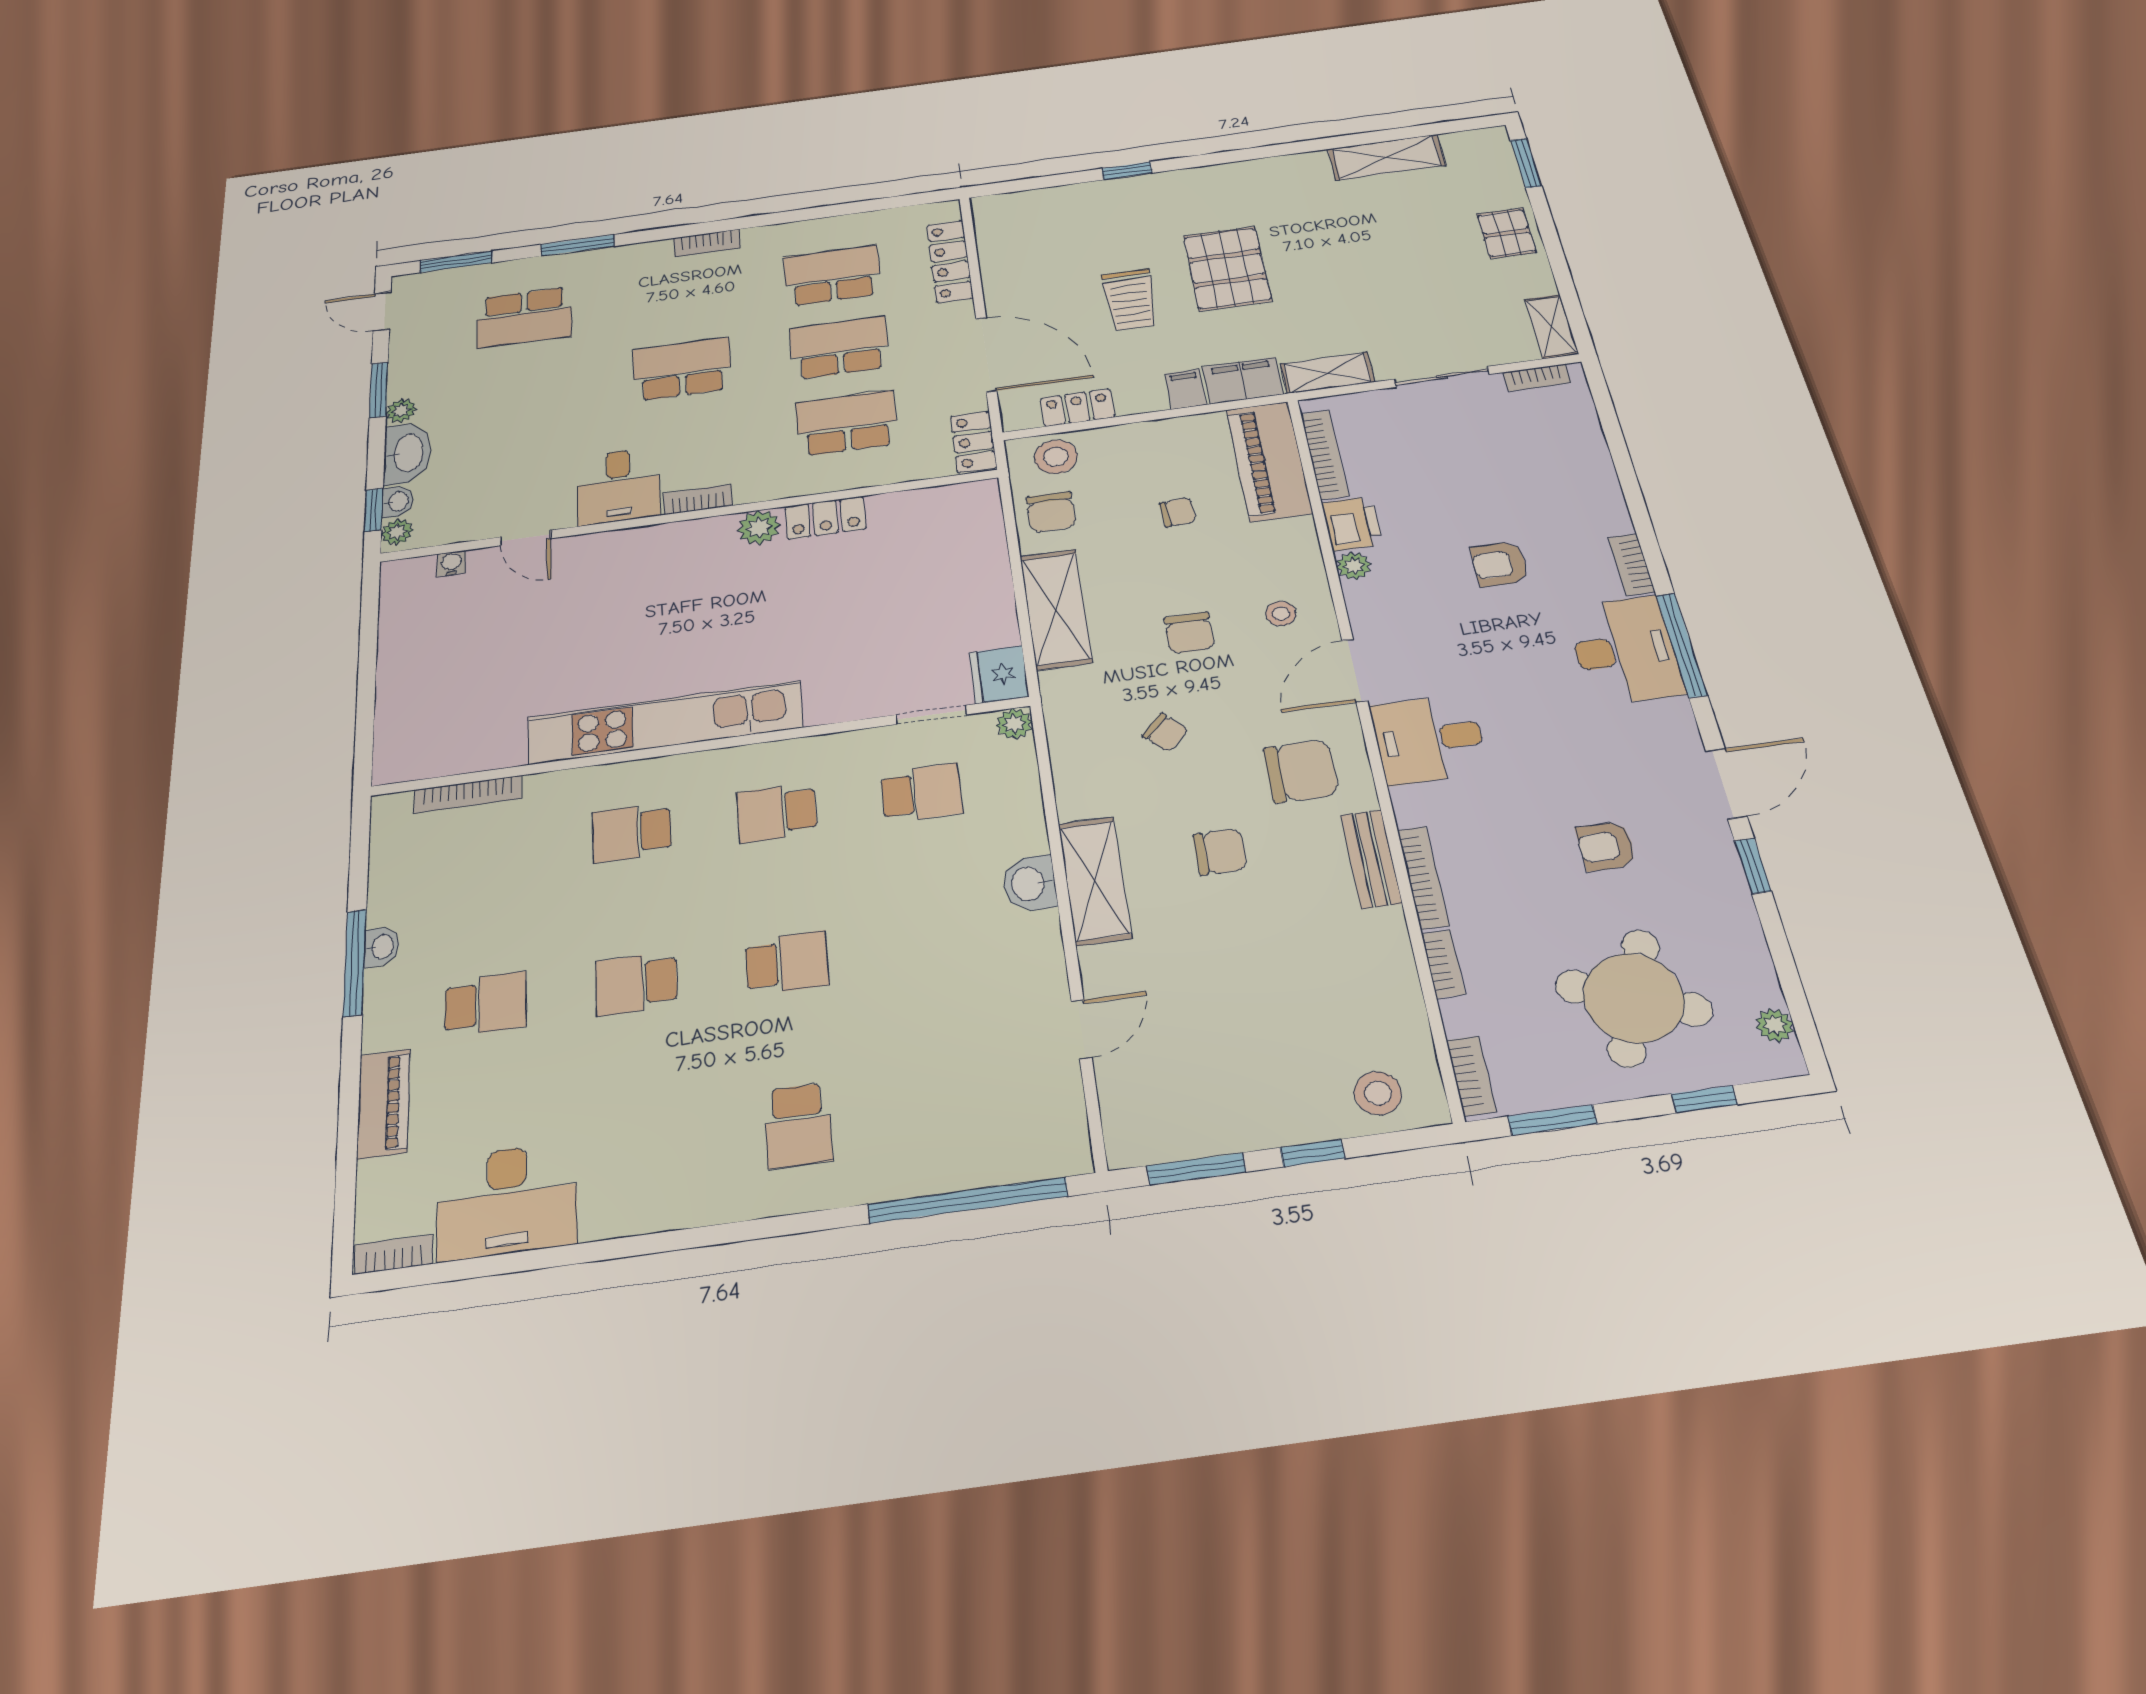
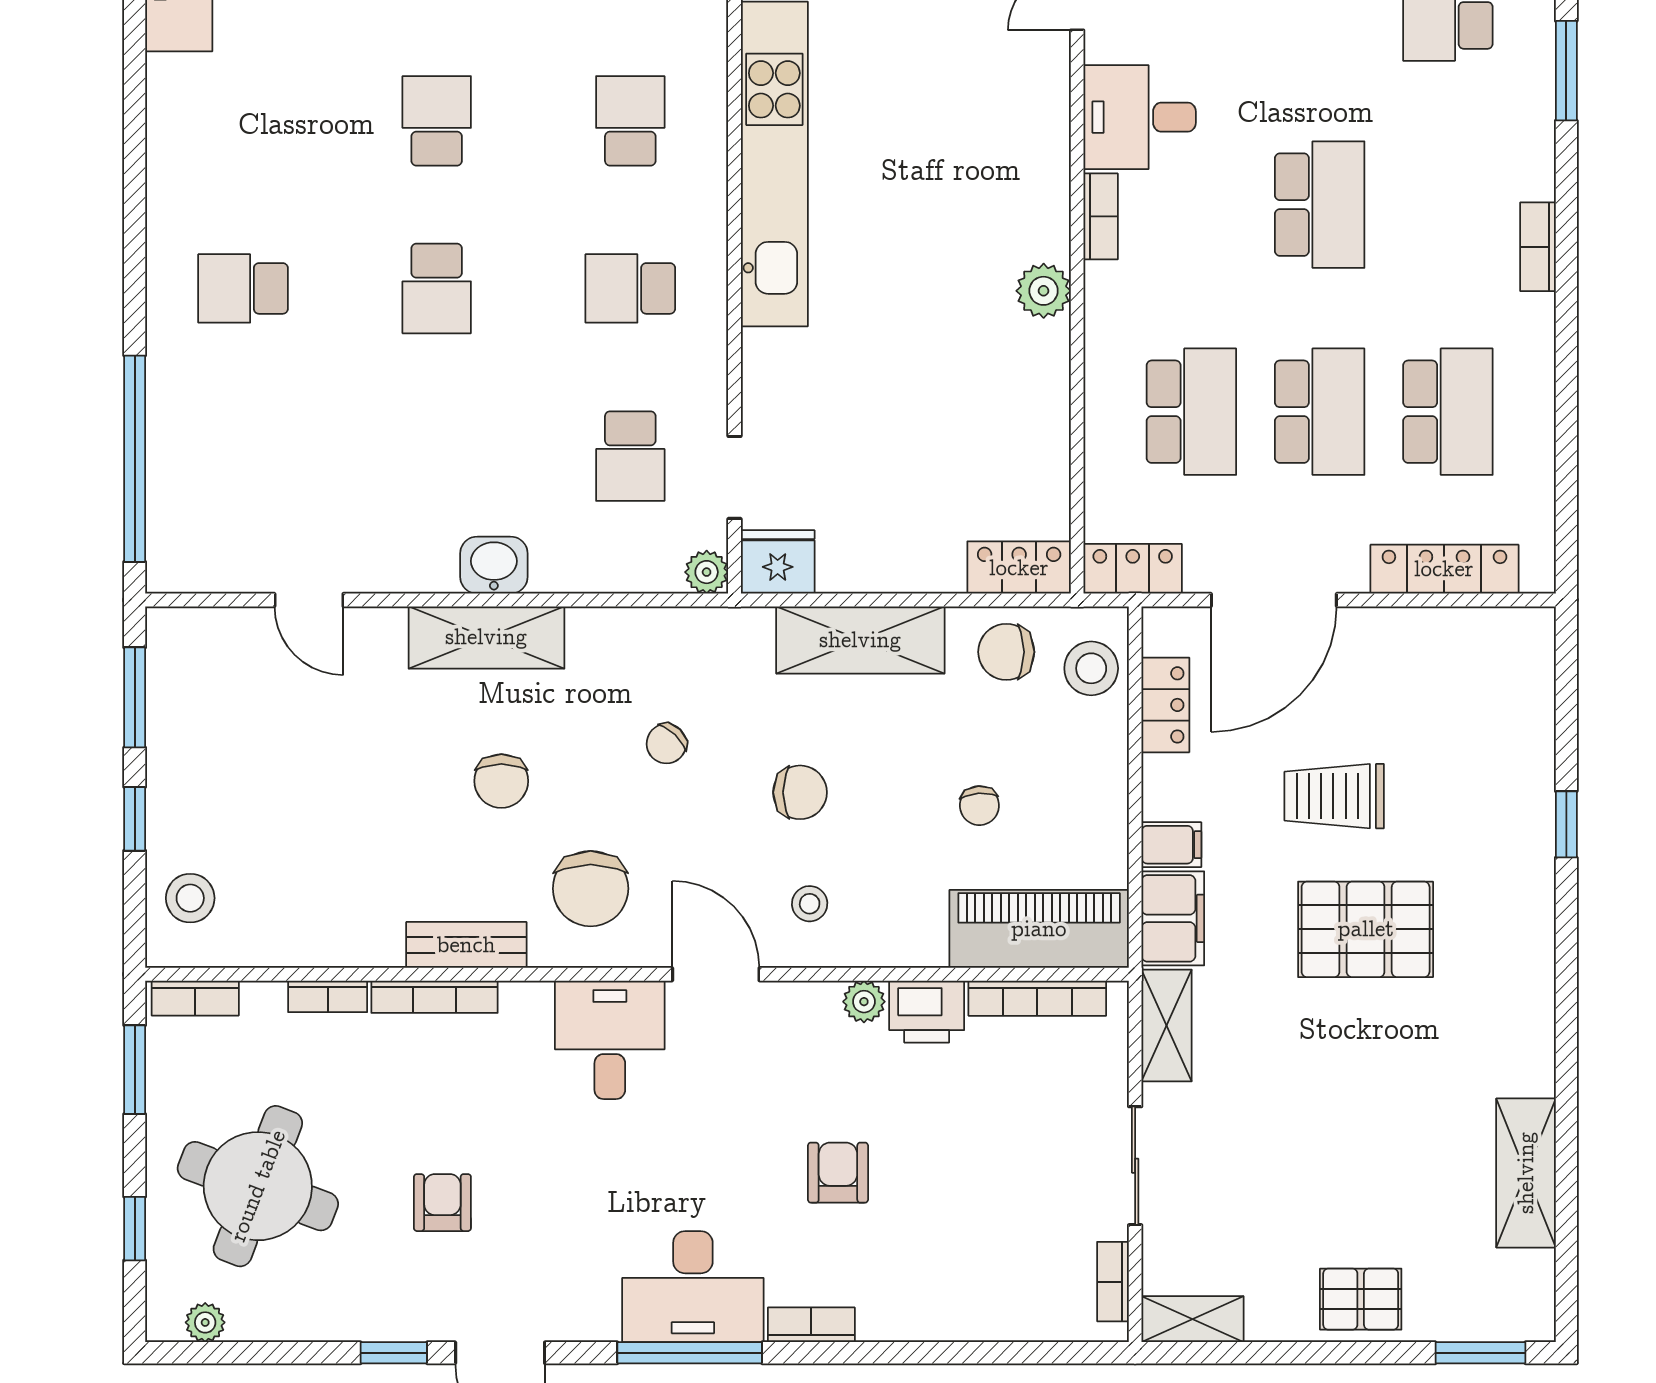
locker: (825, 518) -> (1019, 568), moved, turned 90
chair: (1189, 633) -> (800, 792), turned 180
school desk: (777, 813) -> (630, 288), turned -90

